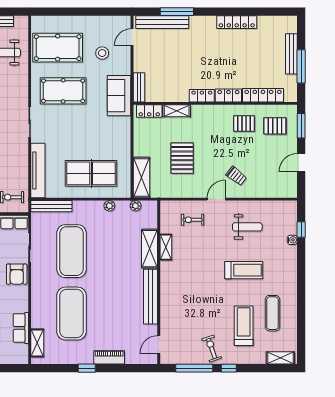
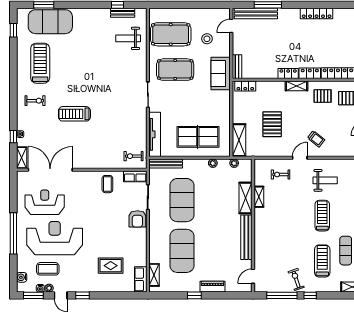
shelving: (177, 111) -> (296, 86), moved
treadmill: (244, 270) -> (322, 216), turned -90
row of seats: (21, 328) -> (141, 279), moved

